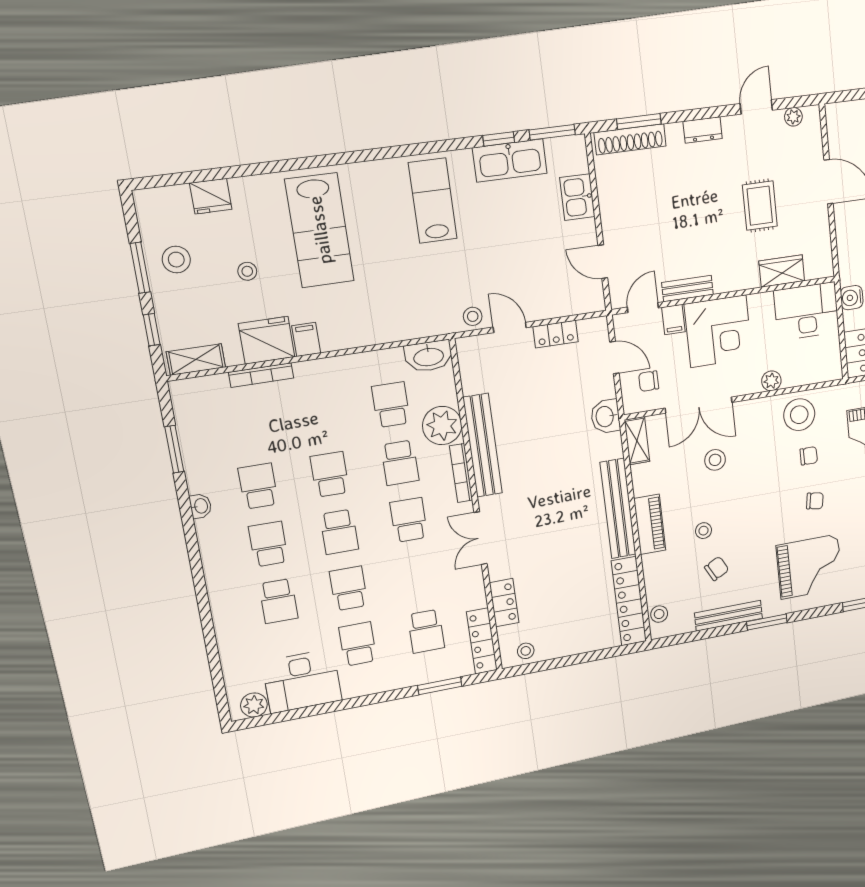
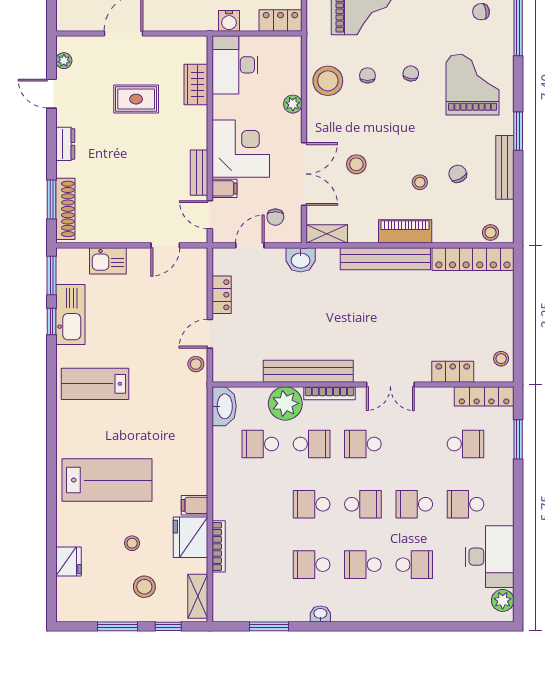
stool: (176, 260) -> (144, 587), moved

